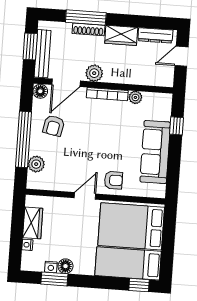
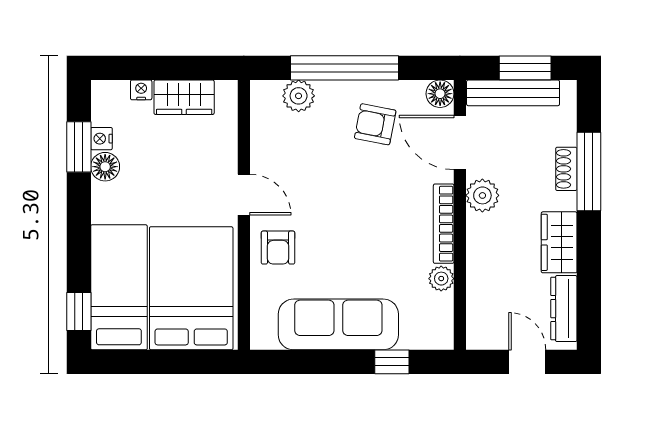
shoe rack: (88, 29) -> (566, 169), width x0.70

